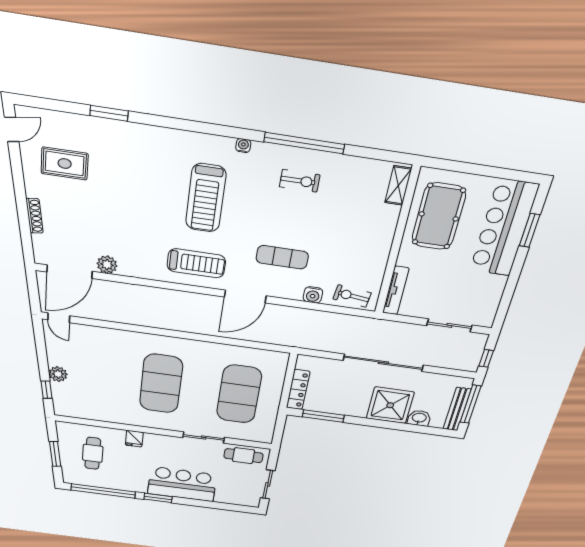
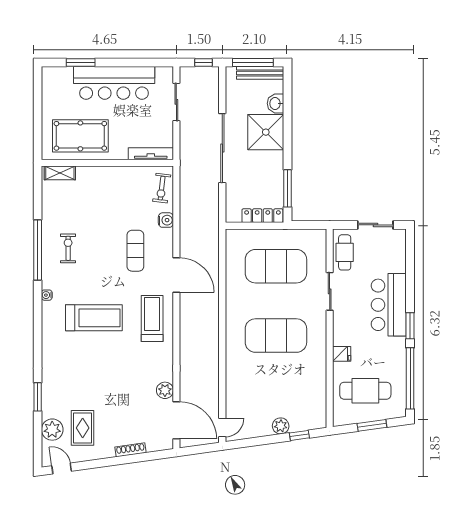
plant: (64, 125) -> (52, 430), added
bar counter: (504, 228) -> (114, 83), moved
cafe table: (93, 453) -> (365, 391), width x1.37, depth x1.35

